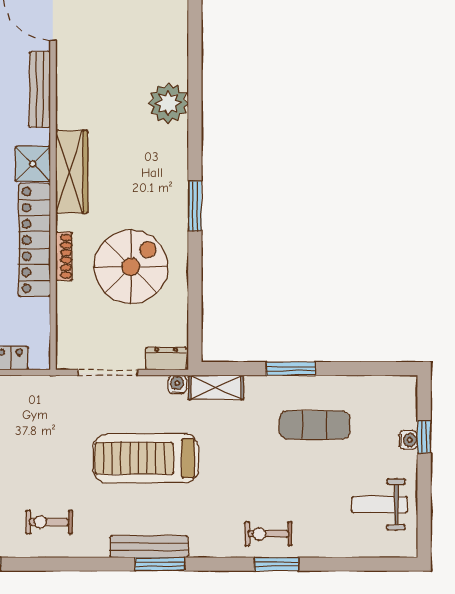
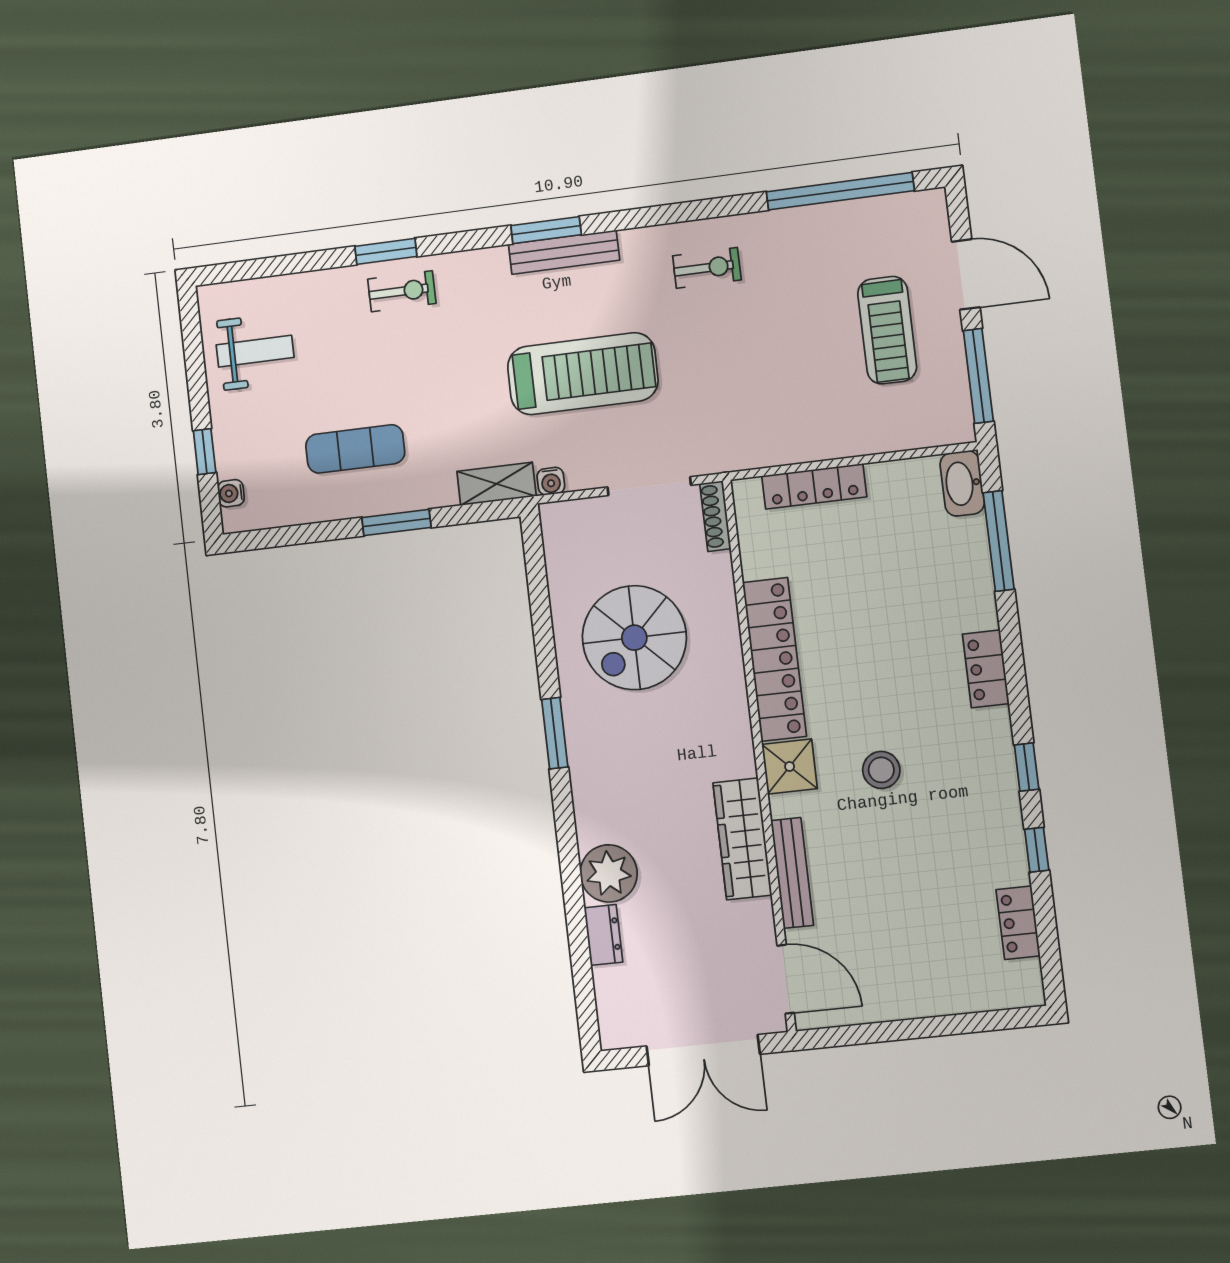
wardrobe: (72, 172) -> (742, 839), moved
shoe rack: (64, 256) -> (715, 516), moved
dresser: (166, 358) -> (603, 935), moved, turned -90
water cooler: (408, 440) -> (231, 493), moved

